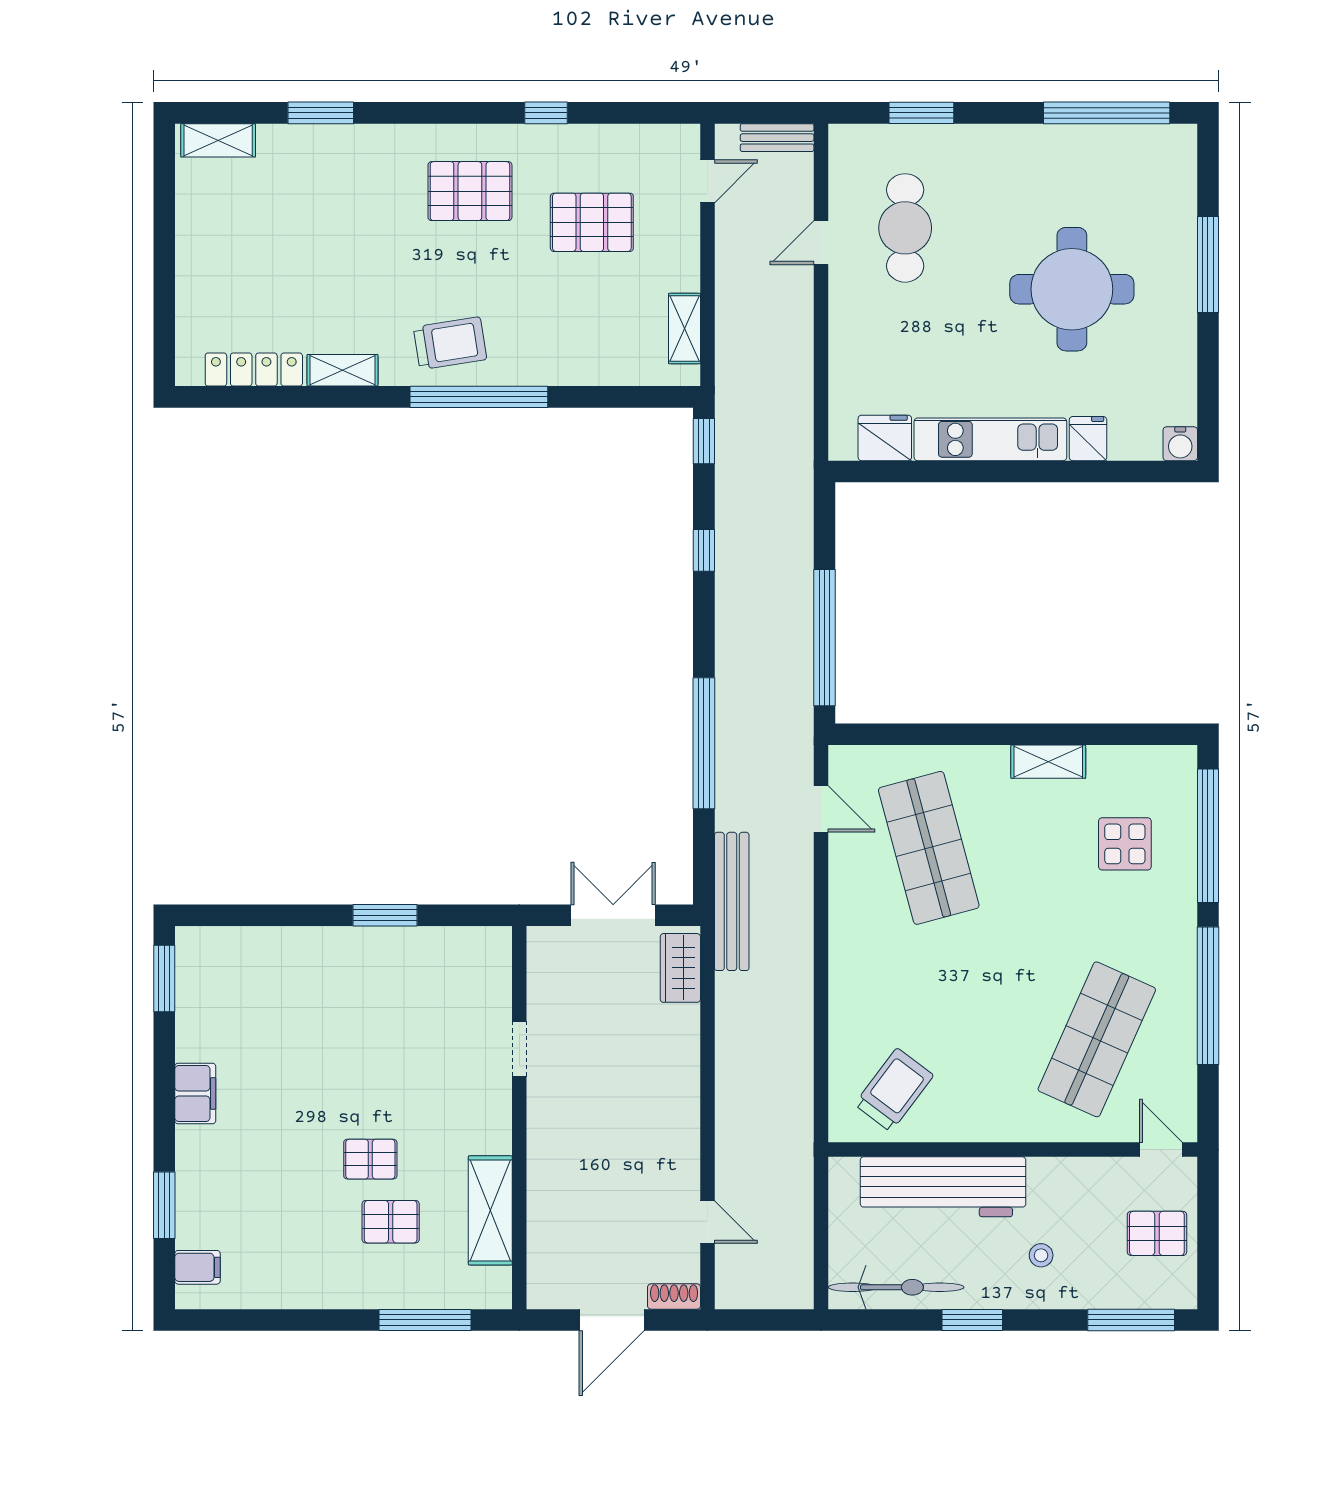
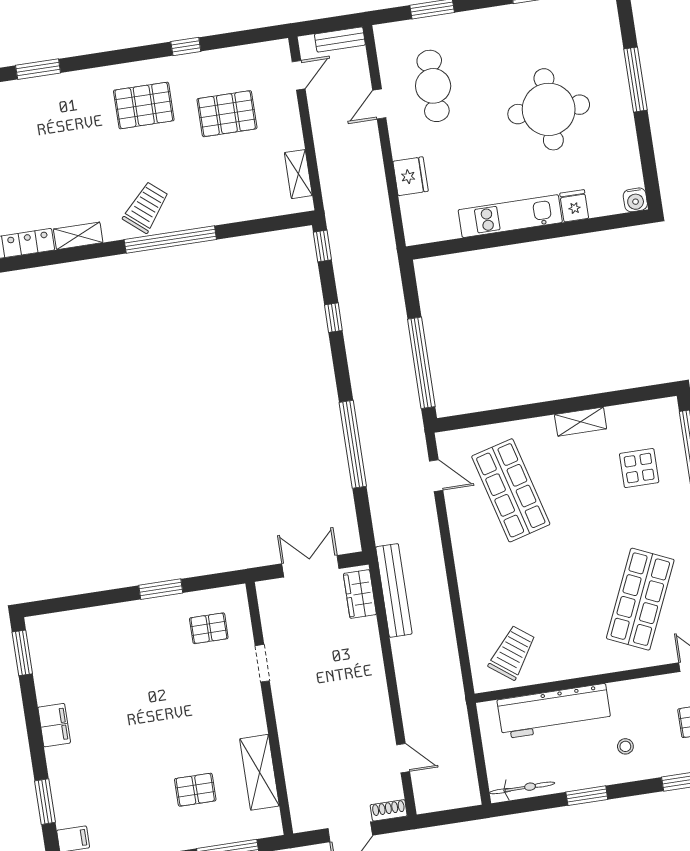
trolley: (450, 343) -> (146, 207), turned -41
fridge: (885, 438) -> (411, 176), moved, turned 90
bench: (732, 901) -> (394, 590), moved
pallet: (370, 1159) -> (209, 628), moved
bicycle: (896, 1287) -> (522, 788), width x0.73, depth x0.71

